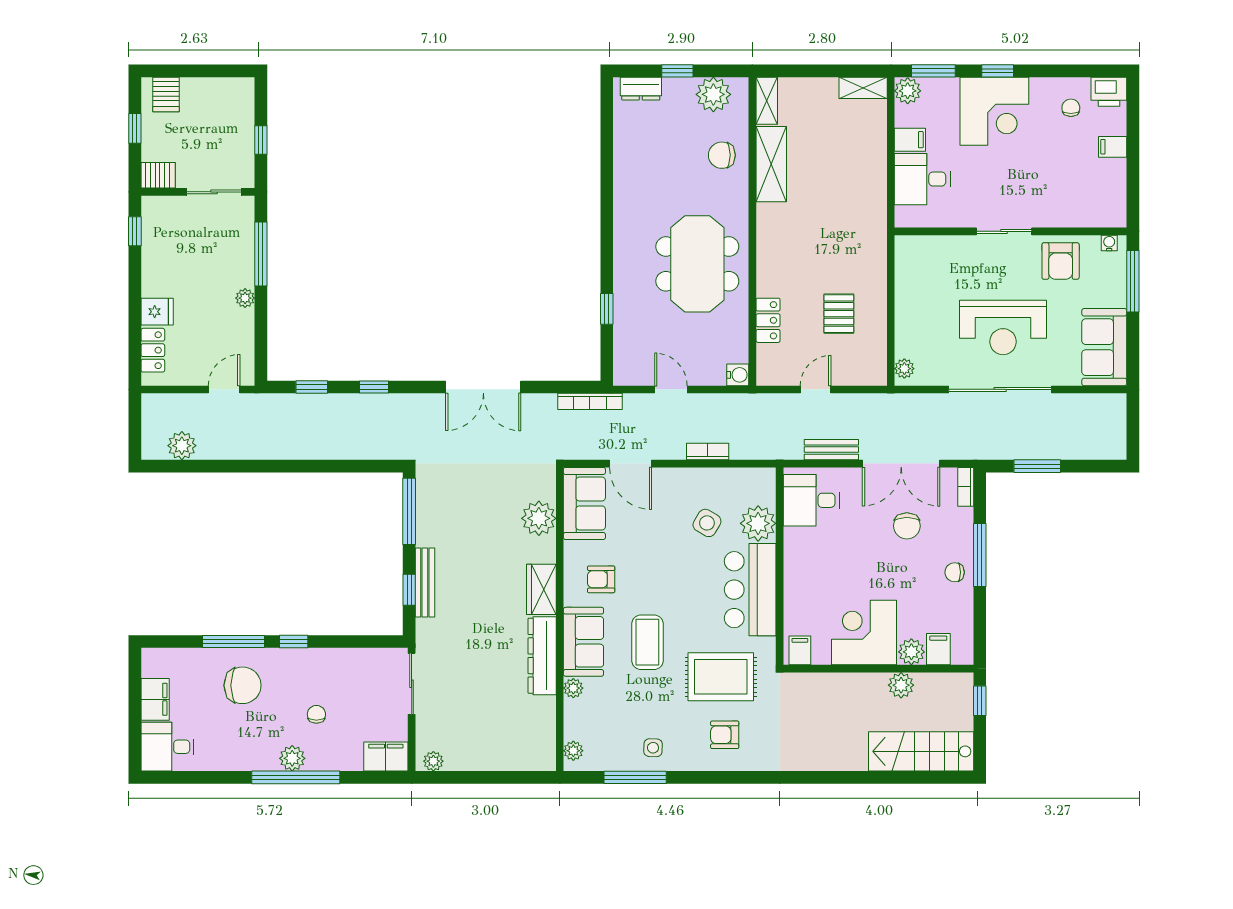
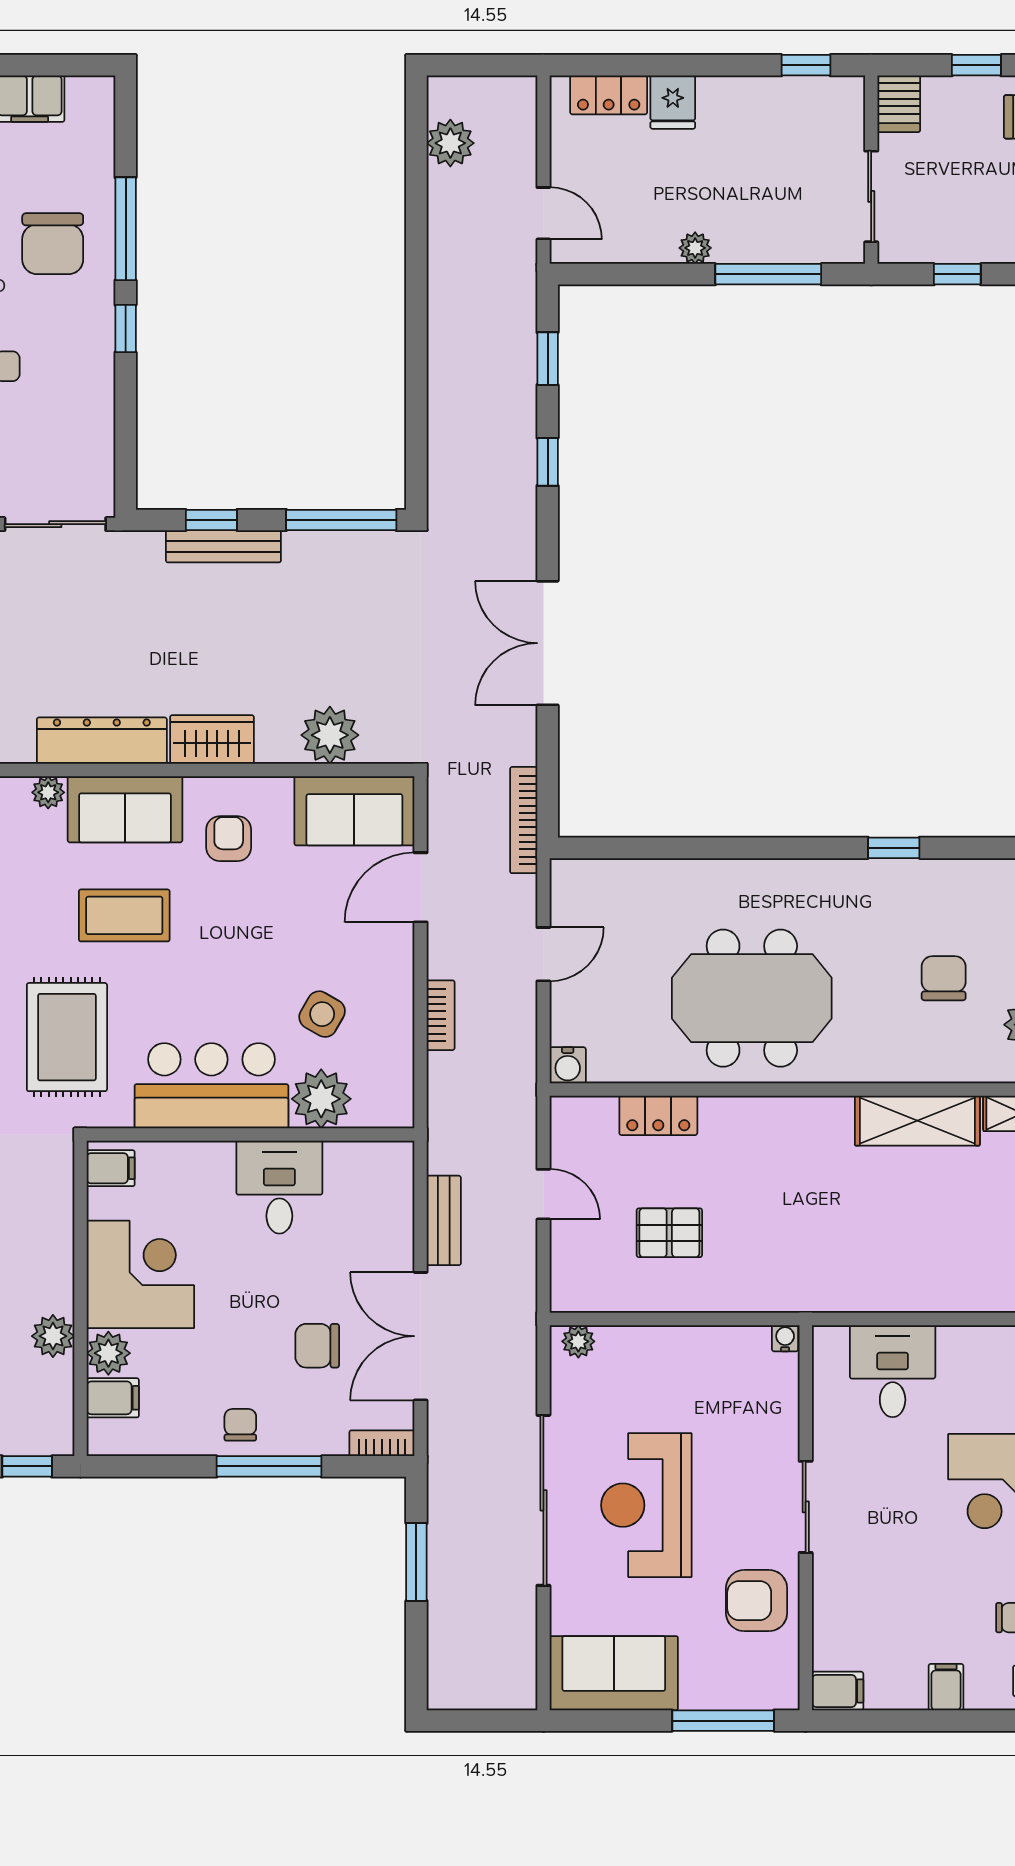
filing cabinet: (910, 140) -> (838, 1691), moved, turned -90
chair: (722, 155) -> (944, 978), moved
water cooler: (1109, 243) -> (785, 1338), moved, turned -90
window: (607, 309) -> (894, 848), moved
desk: (811, 500) -> (279, 1187), moved

